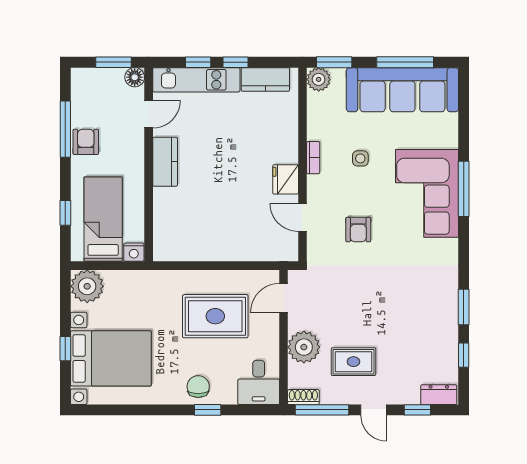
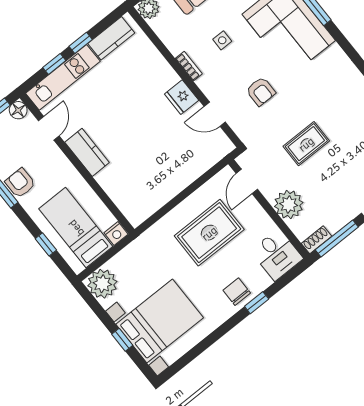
rug: (353, 362) -> (306, 144), moved

